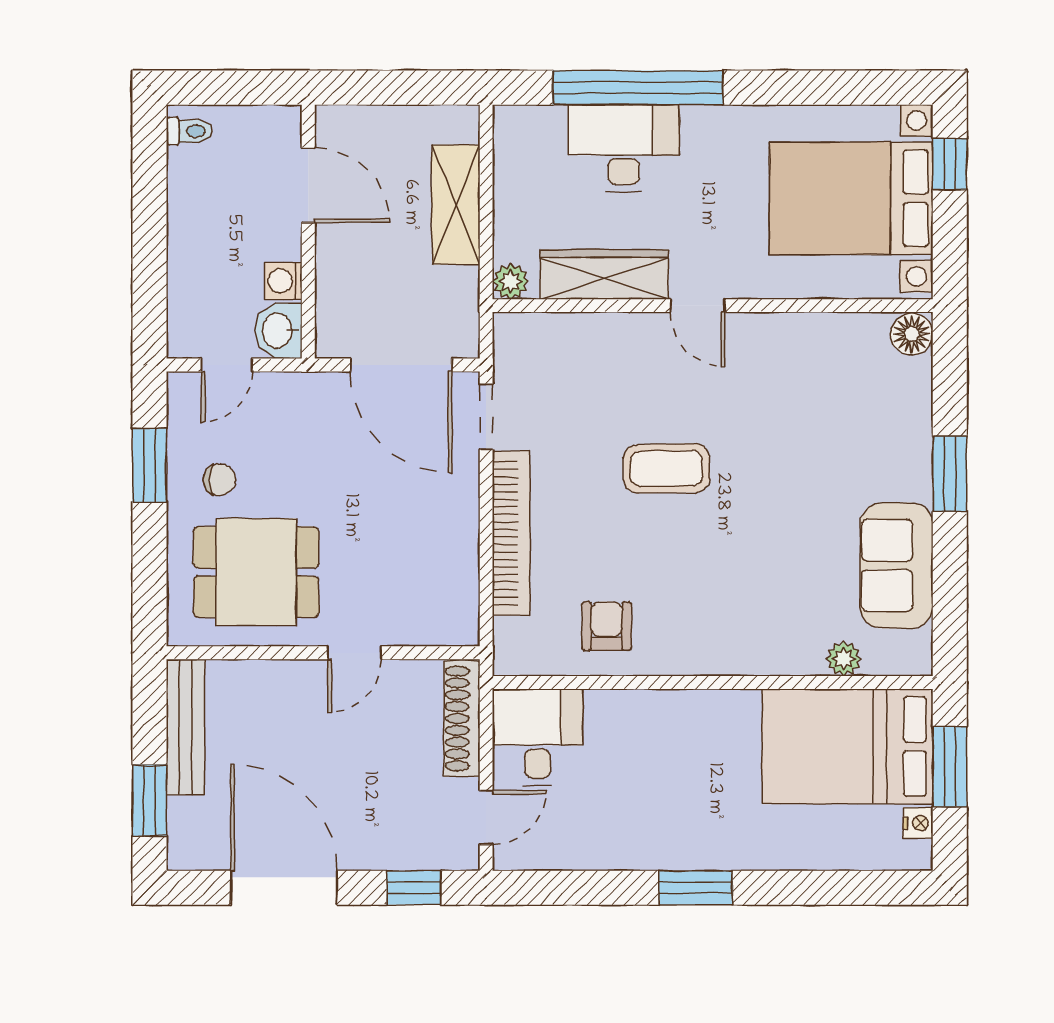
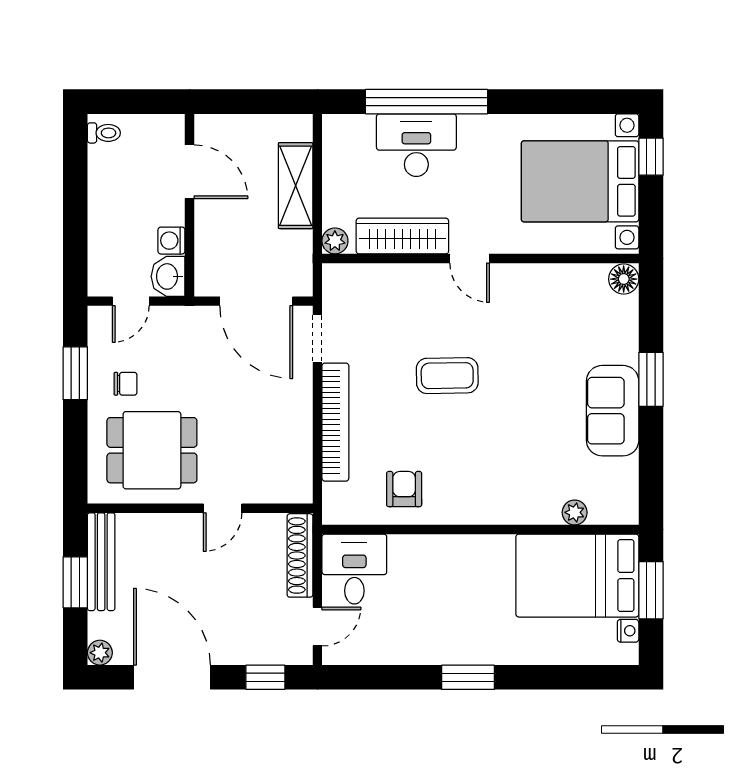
sofa: (896, 565) -> (613, 411), moved
window: (150, 800) -> (75, 582), moved
plant: (184, 854) -> (100, 653), added

